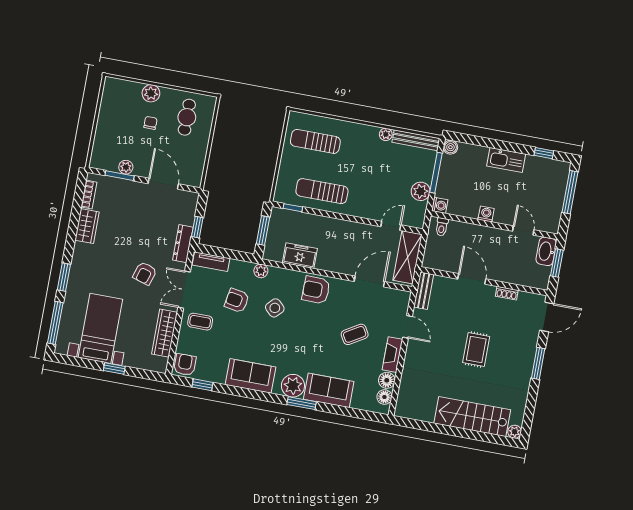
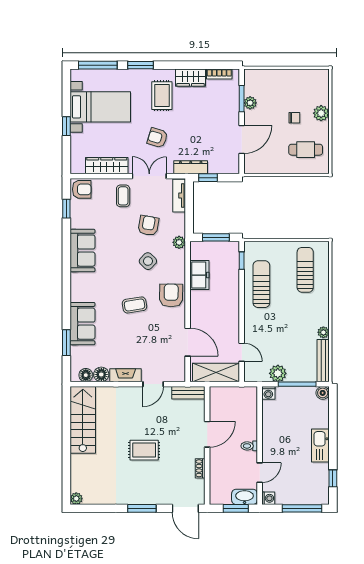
washing machine: (486, 214) -> (268, 498), moved
toilet: (442, 227) -> (249, 446), moved
rug: (100, 260) -> (162, 96), added
coffee table: (355, 334) -> (134, 305), moved, turned -68
plant: (293, 386) -> (81, 291), removed
window: (302, 403) -> (66, 343), moved
stairs: (472, 417) -> (83, 420), moved

